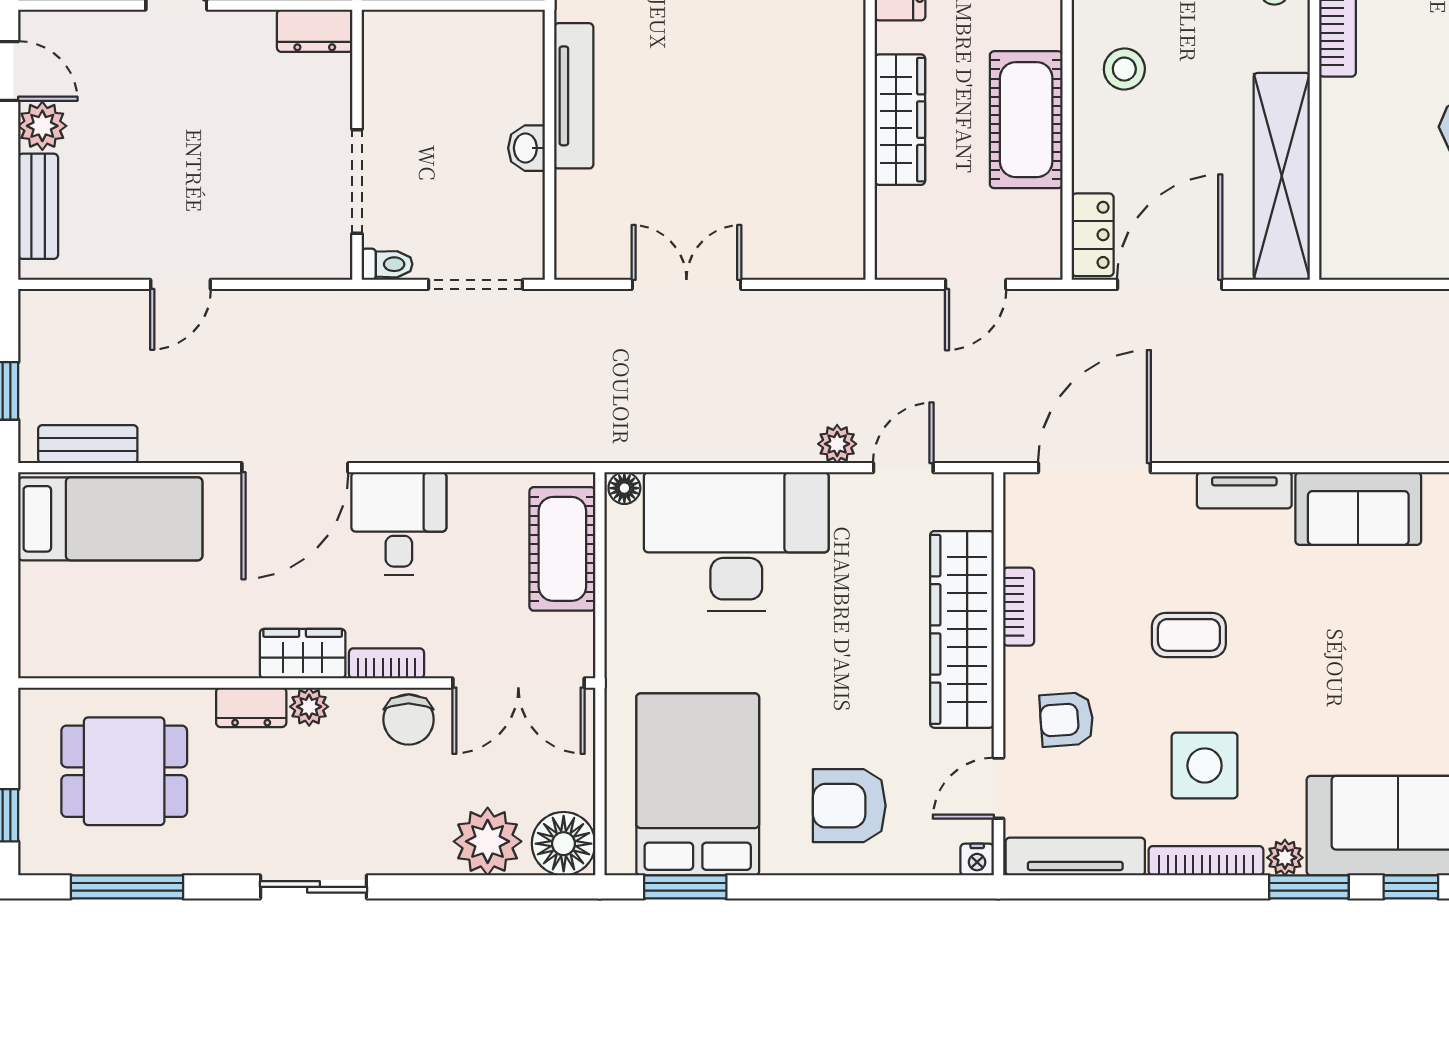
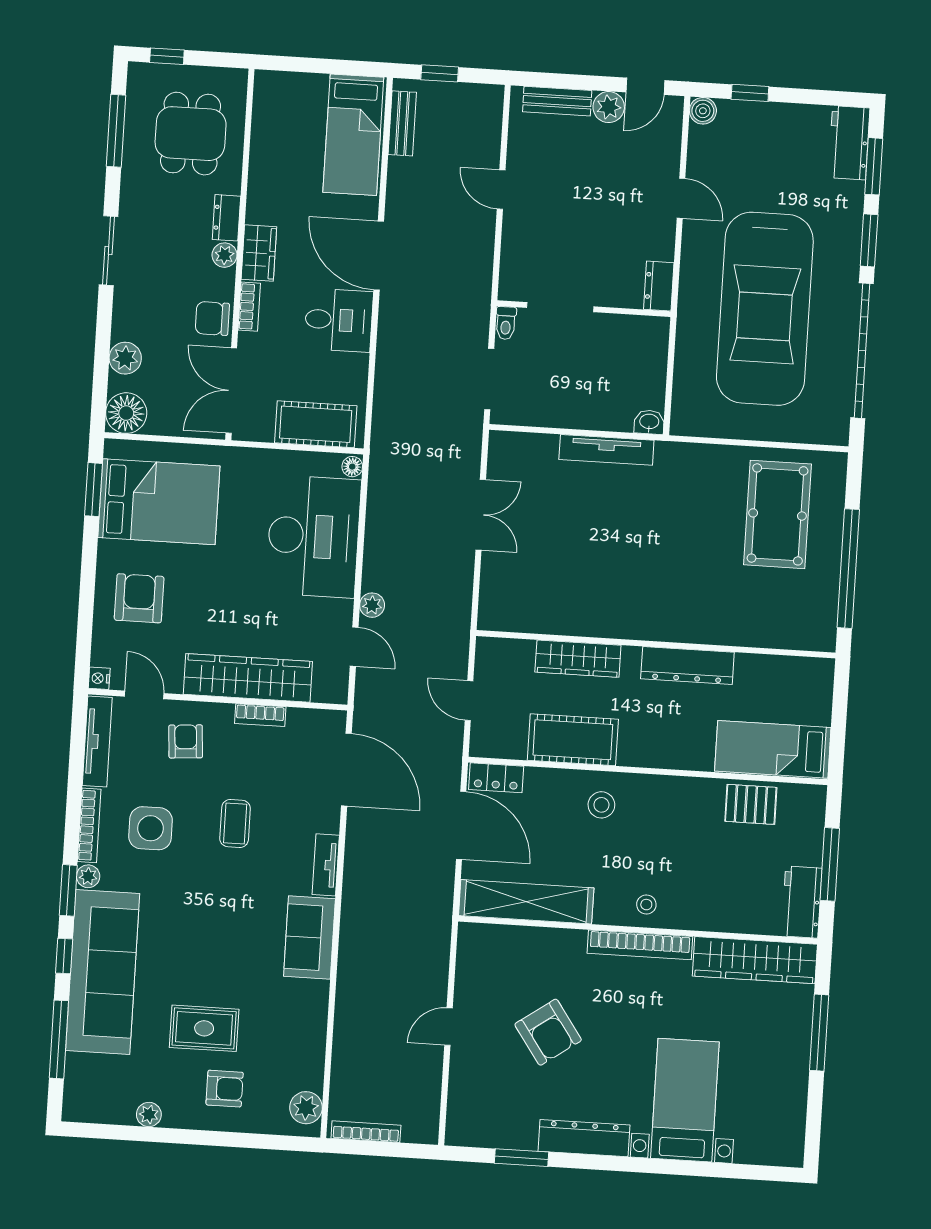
washbasin: (526, 148) -> (649, 422), moved
plant: (488, 841) -> (125, 358), width x0.73, depth x0.73

